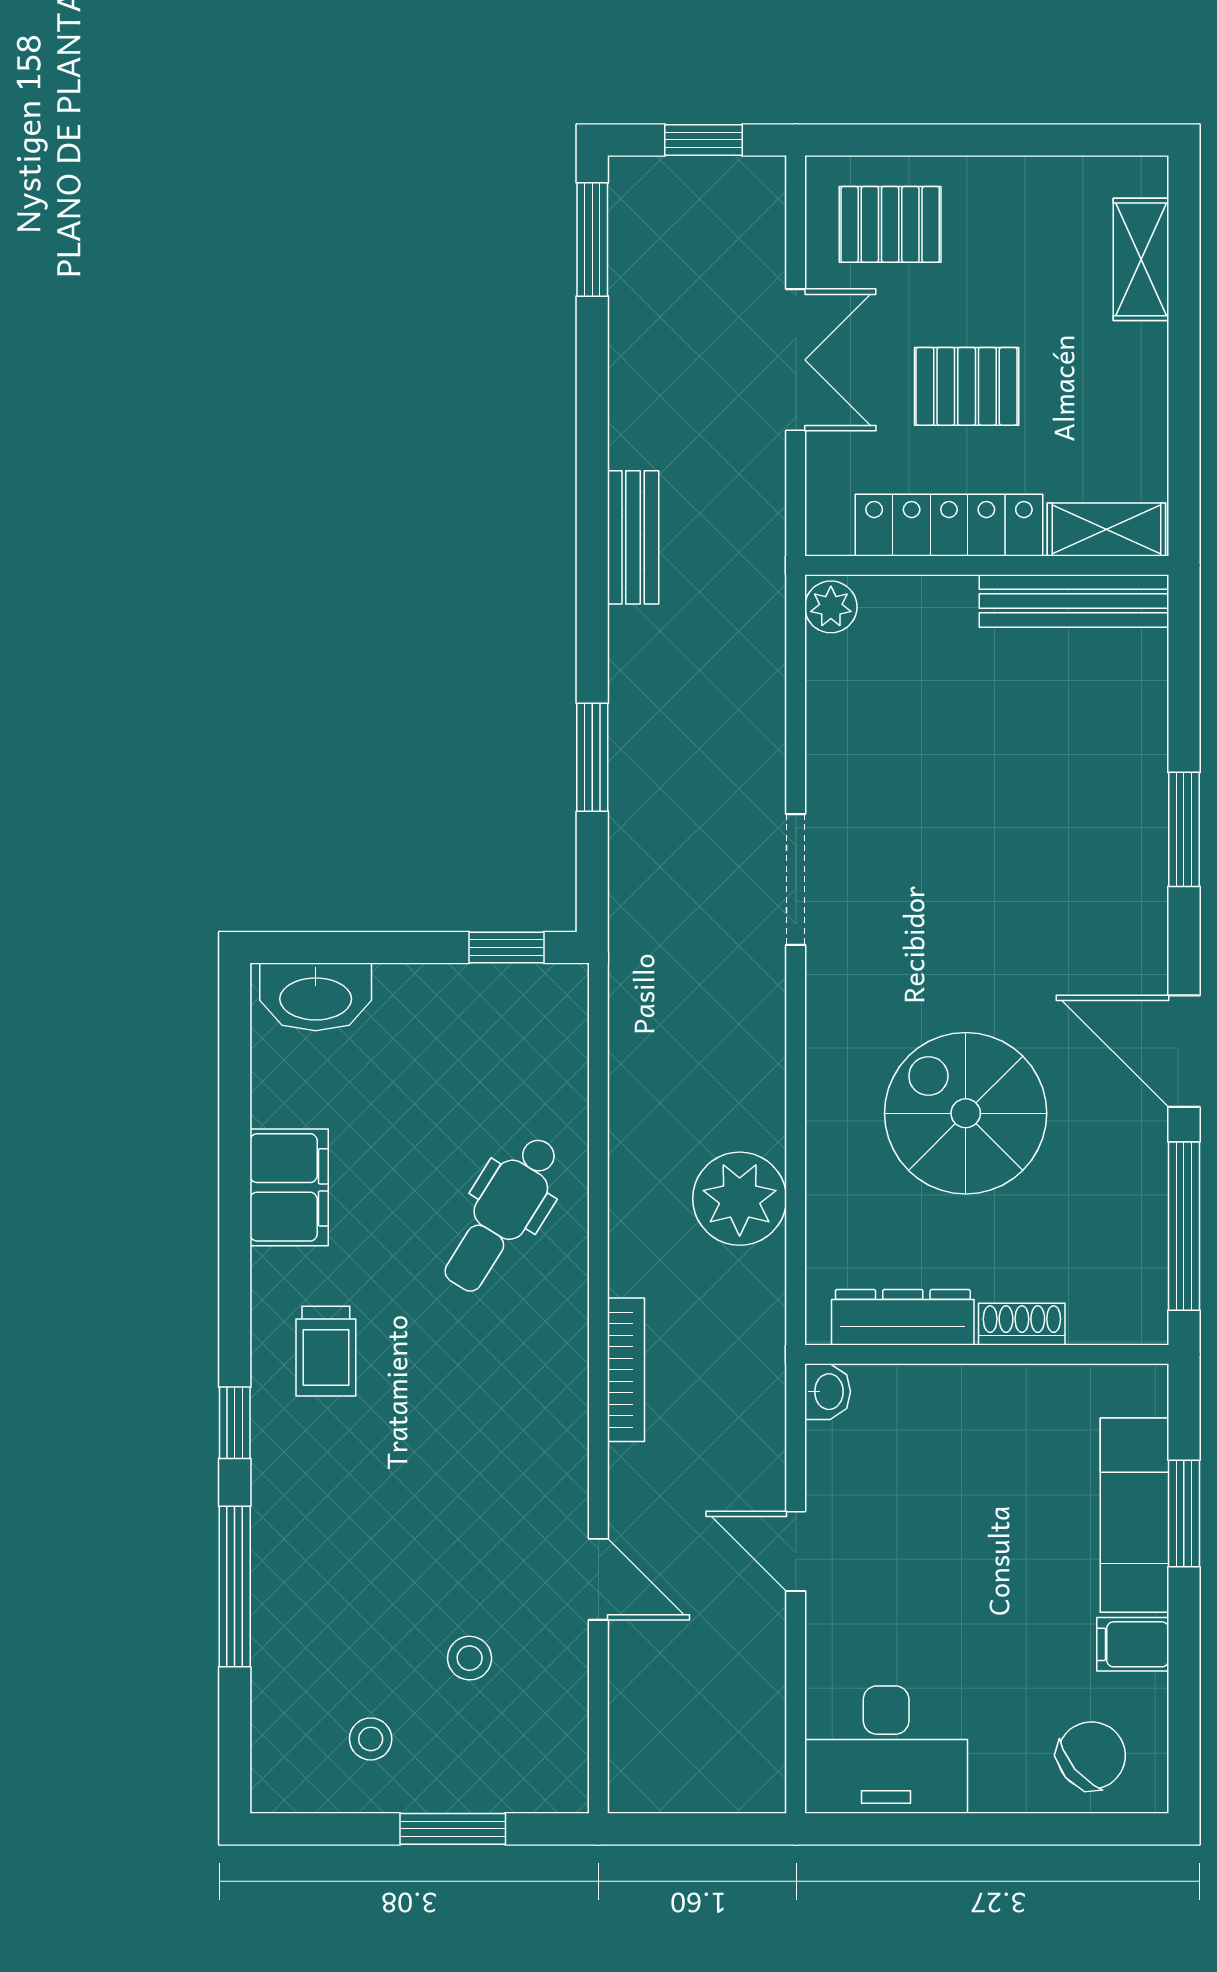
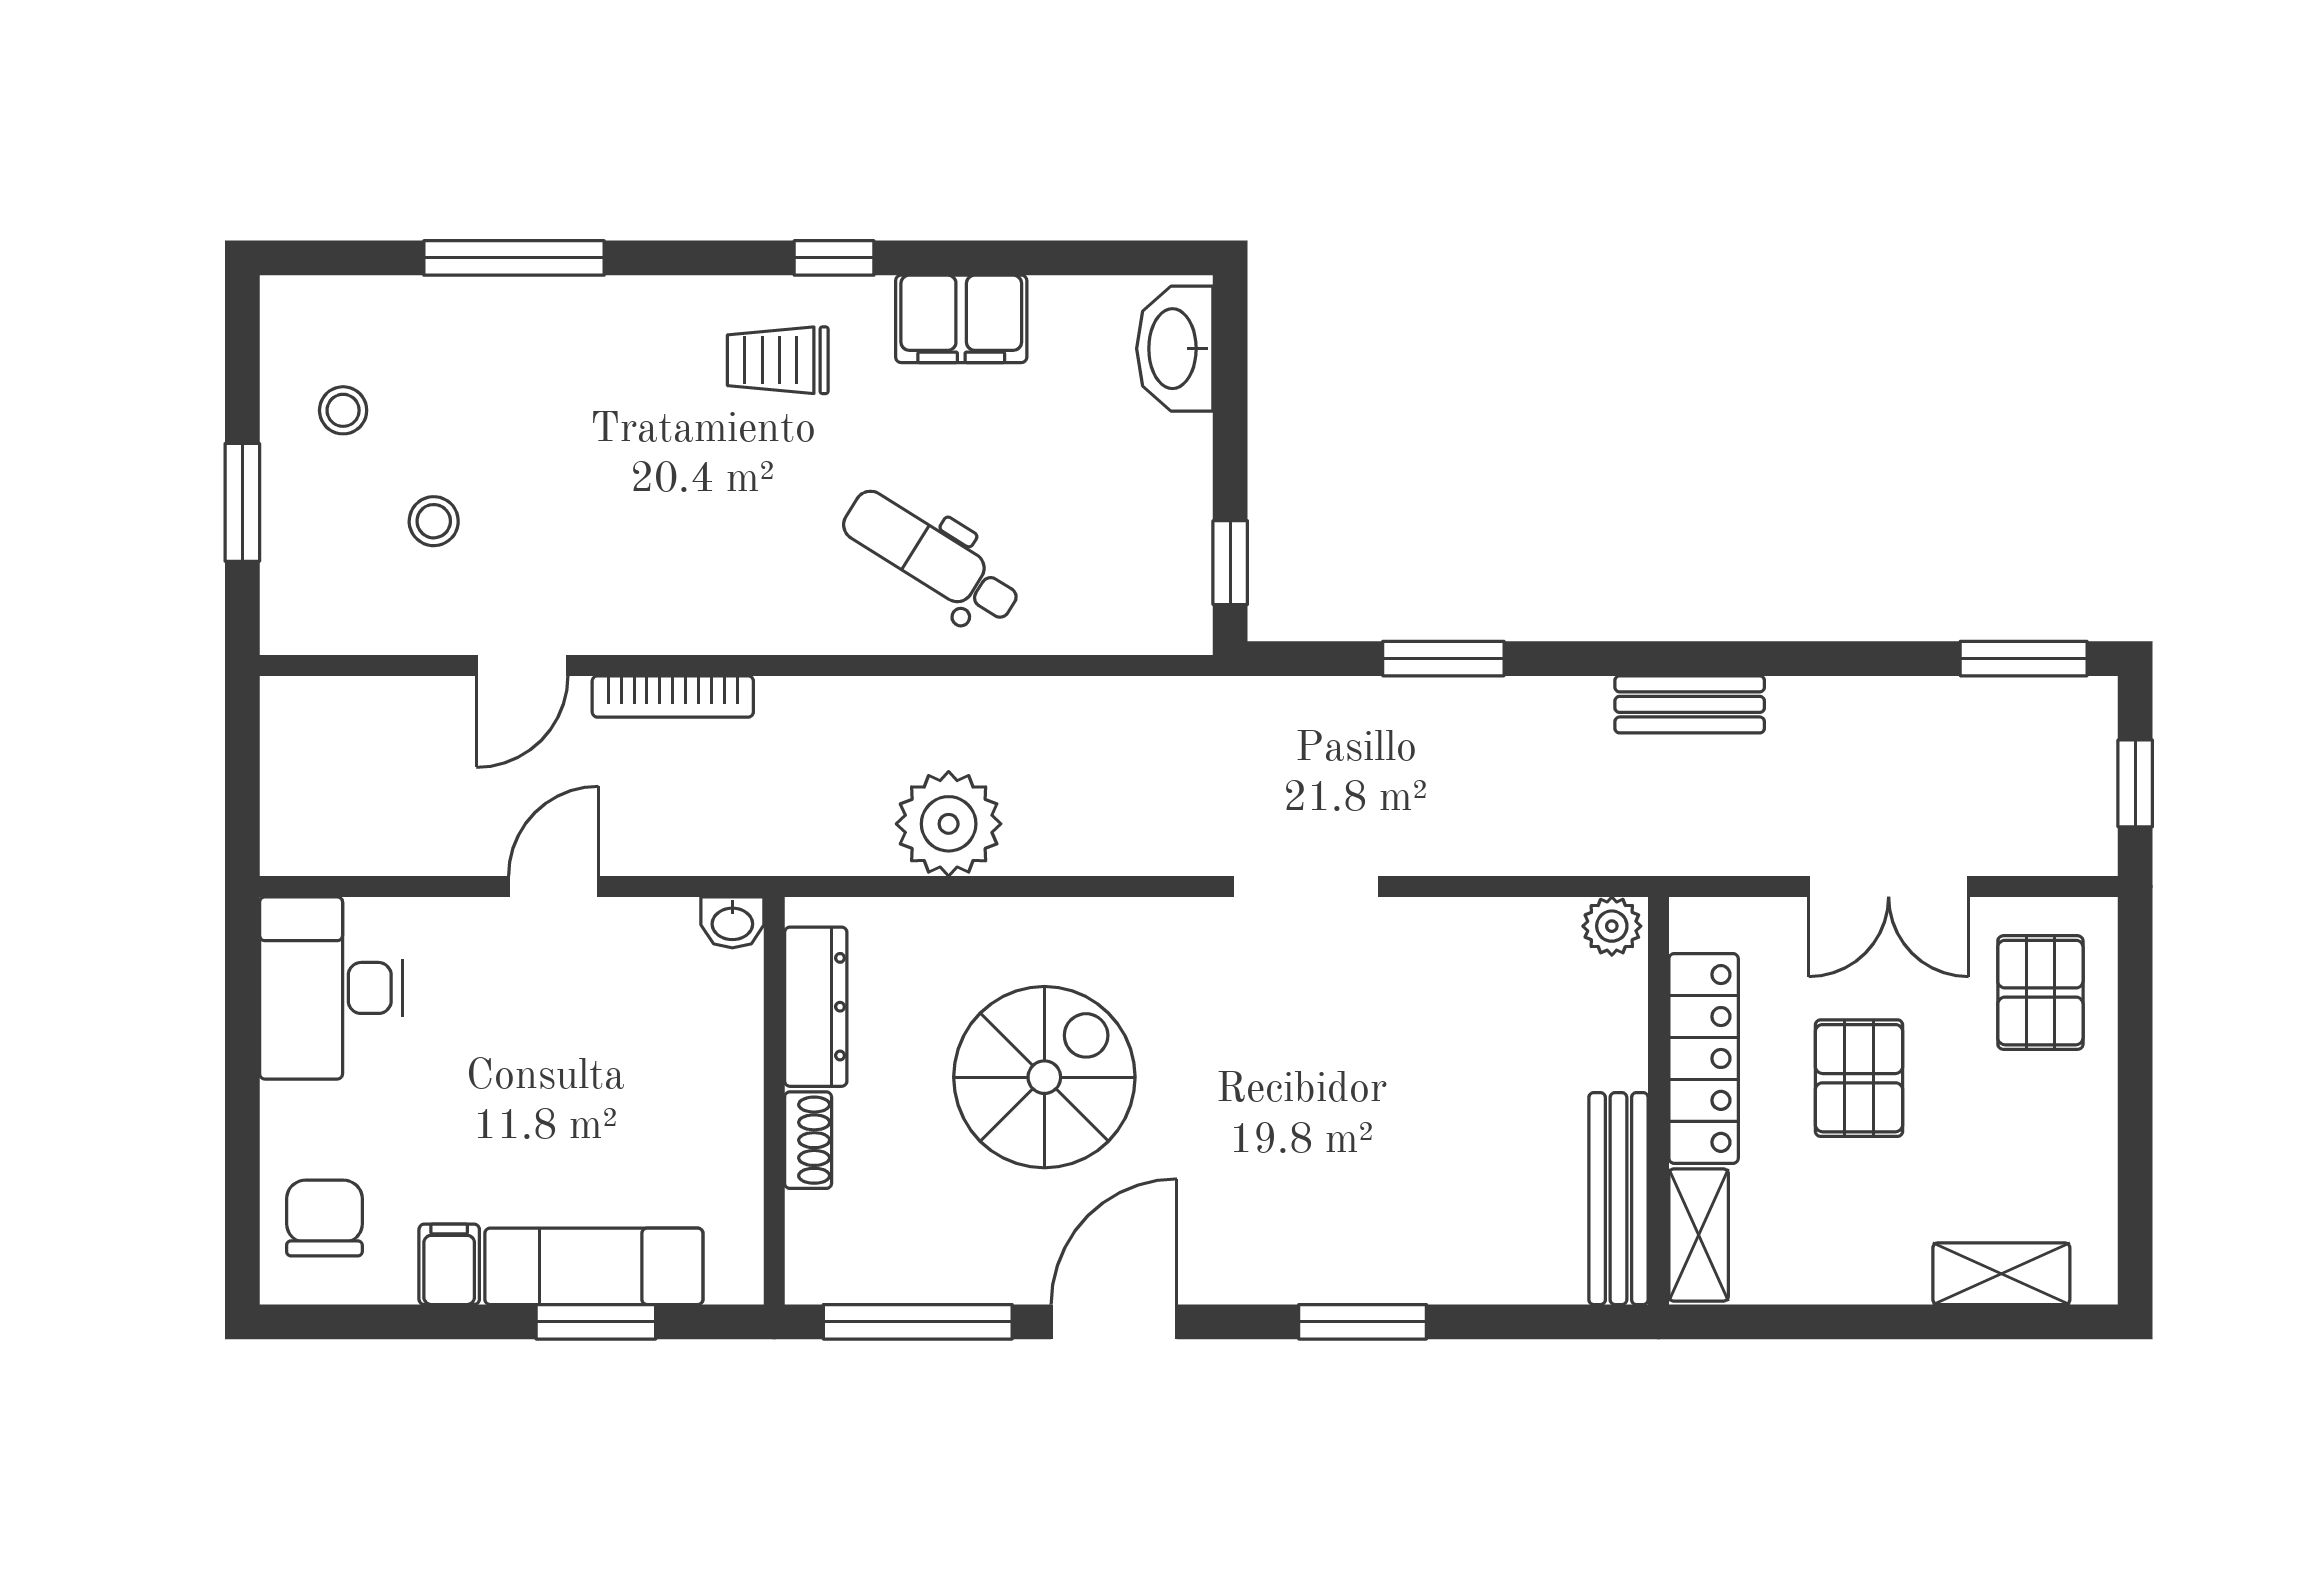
bookcase: (626, 1370) -> (673, 696), moved
window: (235, 1423) -> (834, 258), moved
chair: (1091, 1756) -> (324, 1218), turned -140

